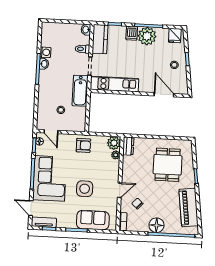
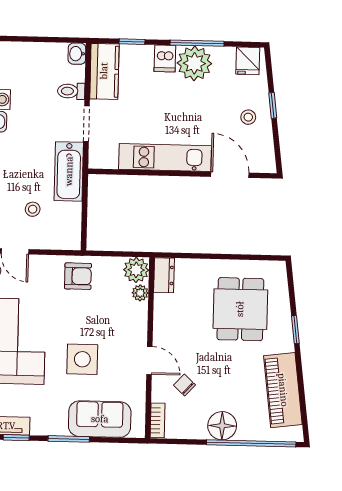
kitchen unit: (114, 84) -> (165, 158), moved
door: (120, 190) -> (149, 360), hinge flipped

